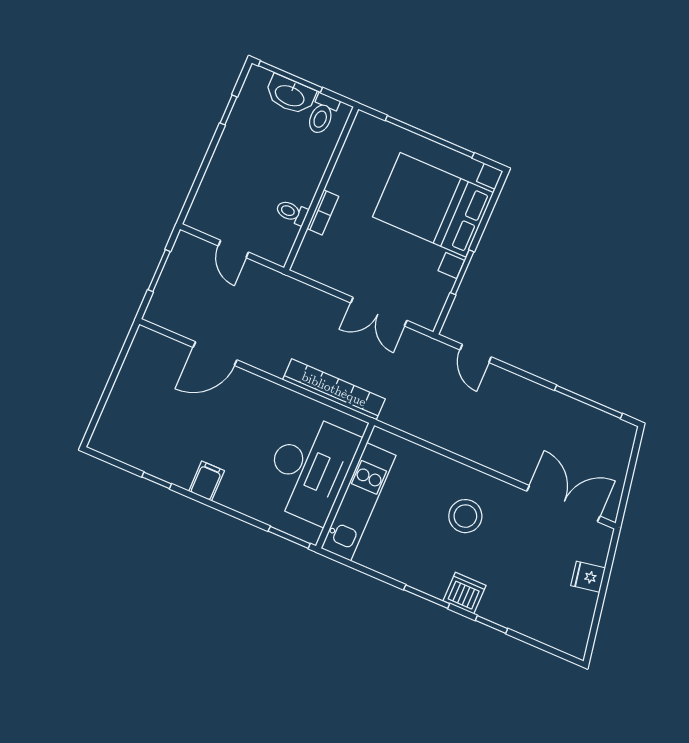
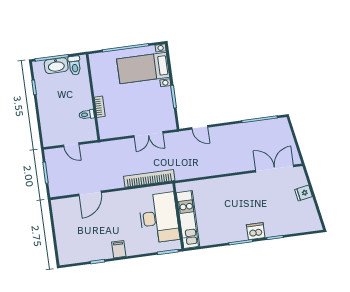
bed with nightstands: (433, 205) -> (143, 68), width x0.73
stool: (465, 516) -> (237, 198), removed

